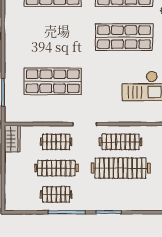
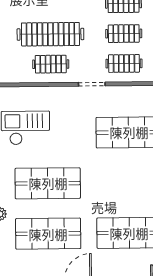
clothes rail: (121, 142) -> (51, 64), width x0.73
clothes rail: (56, 168) -> (124, 34), width x0.73

